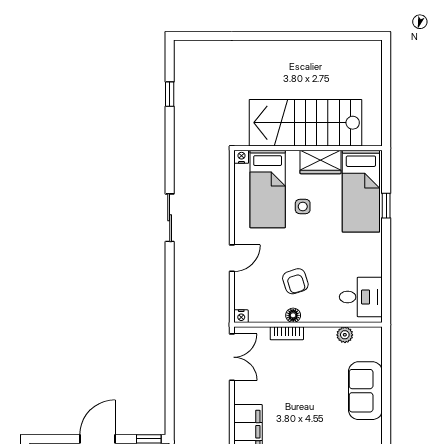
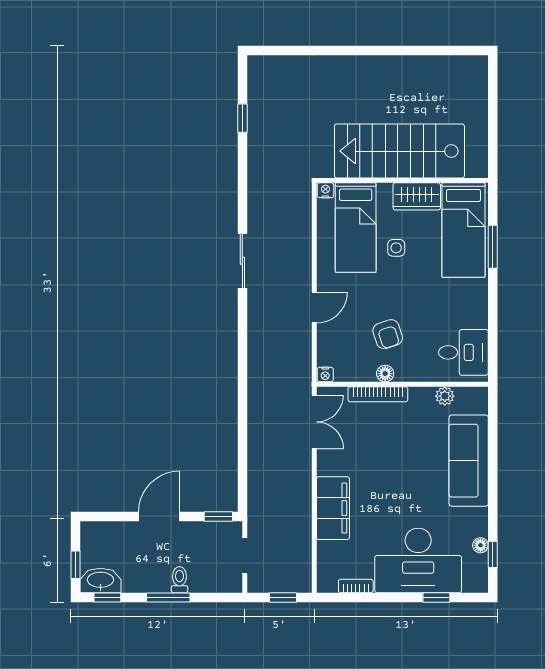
window: (386, 206) -> (493, 247), width x1.50
bookcase: (287, 333) -> (378, 394), width x1.56
sofa: (365, 391) -> (469, 461), width x1.36

